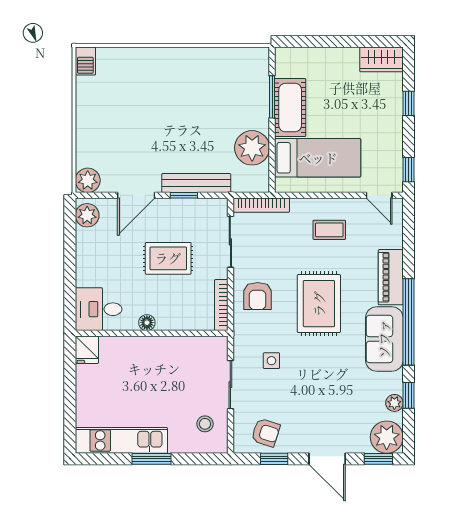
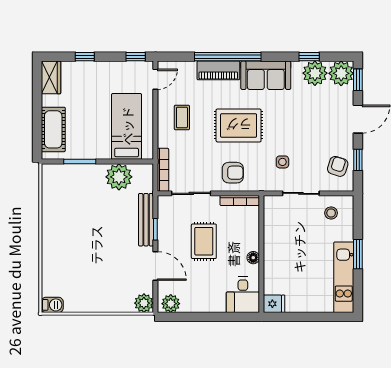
cot: (290, 108) -> (53, 129), moved, turned 90
window: (409, 322) -> (228, 57), moved
plant: (394, 403) -> (315, 73), width x1.87, depth x1.87

